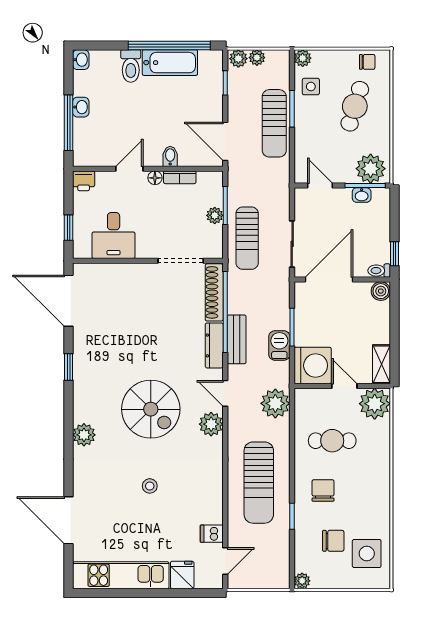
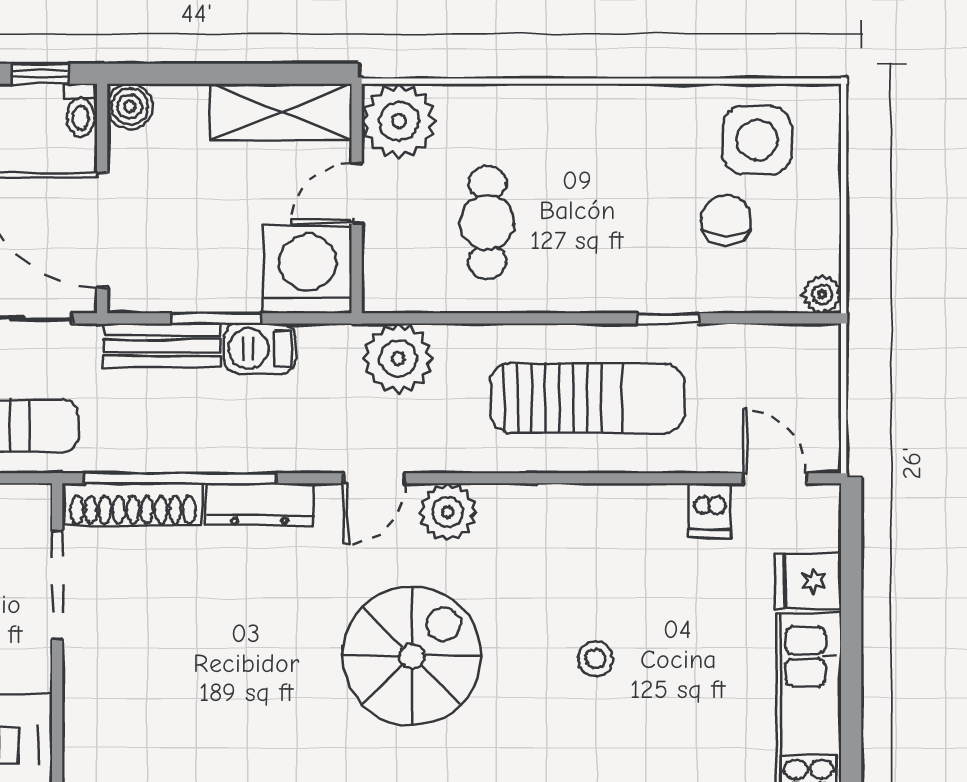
bench: (237, 339) -> (162, 346), moved
shelving: (381, 364) -> (281, 112), width x1.50, depth x1.33
chair: (323, 490) -> (606, 244), removed

